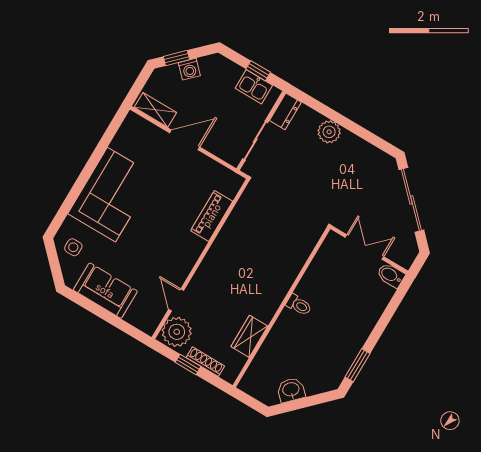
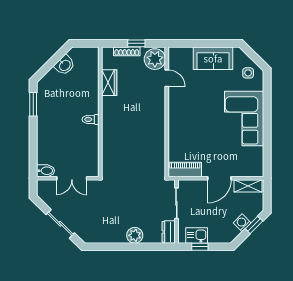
sliding door: (411, 200) -> (60, 224), width x0.73
piano: (212, 216) -> (185, 169), moved, turned -90

